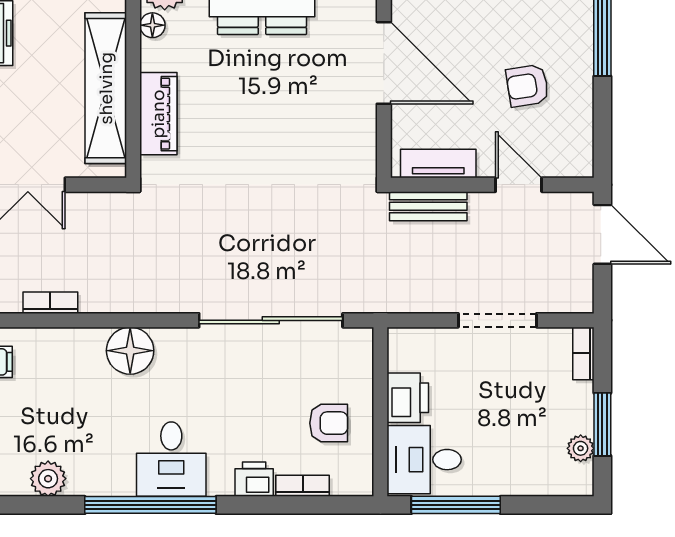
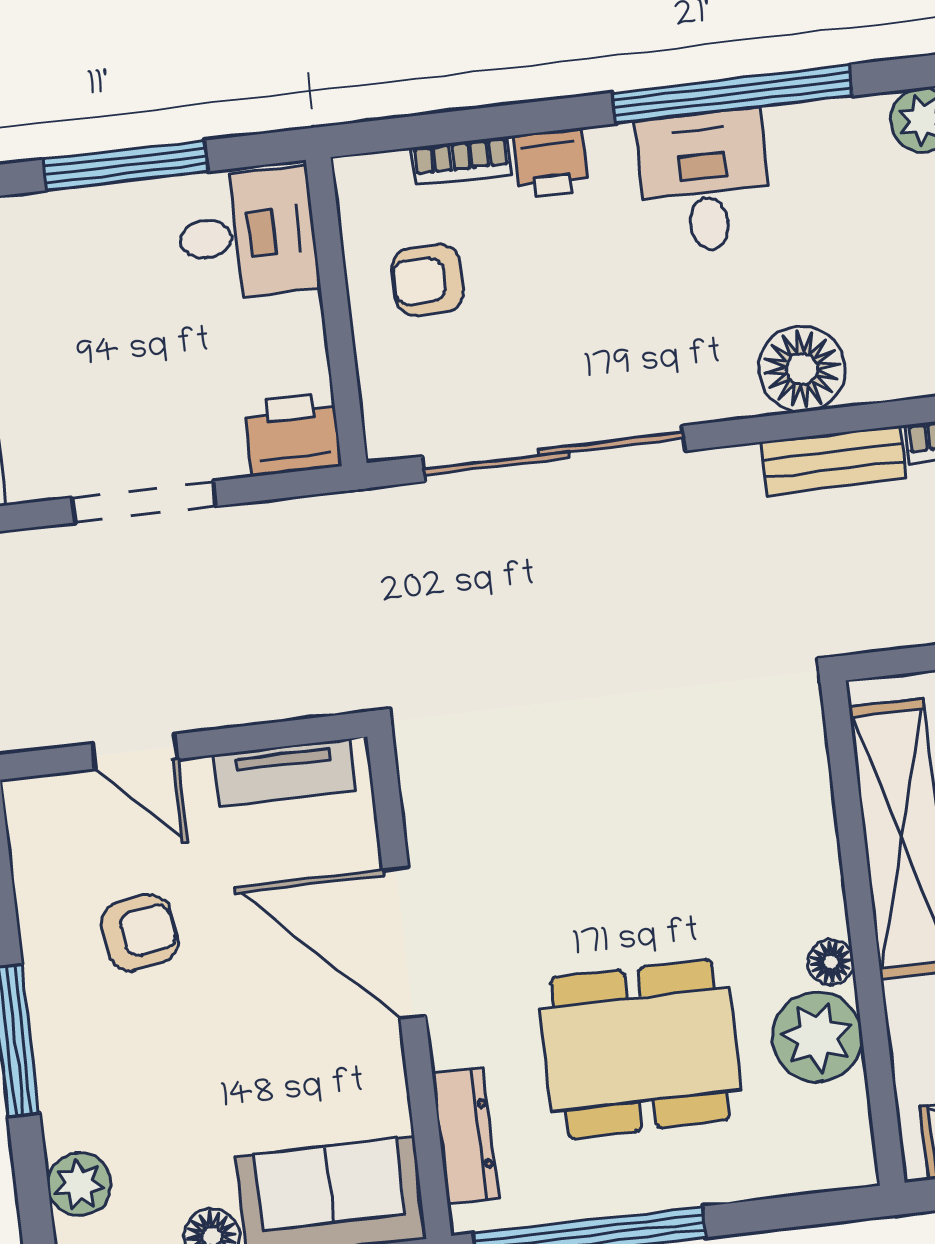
piano: (158, 114) -> (801, 804), removed
bench: (428, 206) -> (833, 460), moved
printer: (408, 398) -> (293, 434), moved, turned 90
window: (456, 505) -> (126, 165), moved

